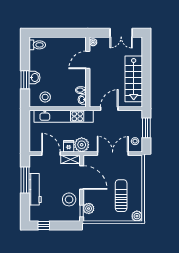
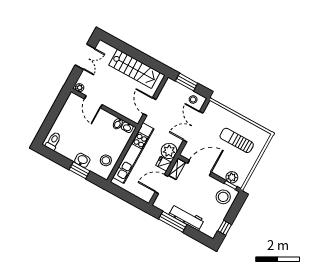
stool: (69, 199) -> (223, 197), moved
plant: (137, 216) -> (264, 136), removed

